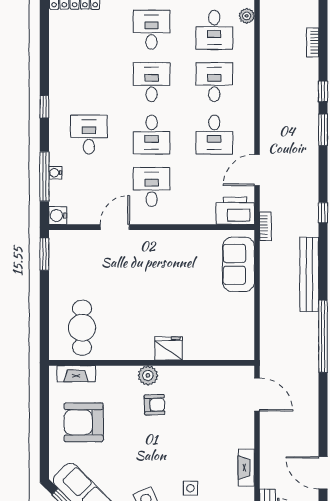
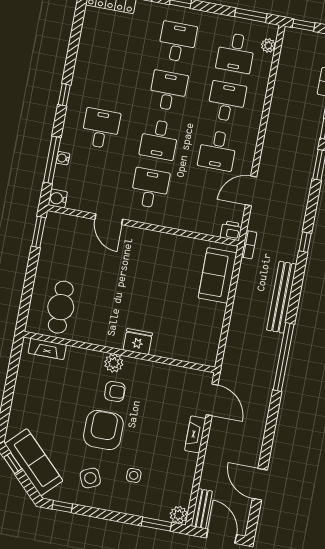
printer: (235, 211) -> (231, 231), width x0.53, depth x0.68
door: (115, 227) -> (109, 219), swing flipped
armchair: (84, 422) -> (103, 430), moved, turned 90
fireplace: (246, 468) -> (195, 434), moved

